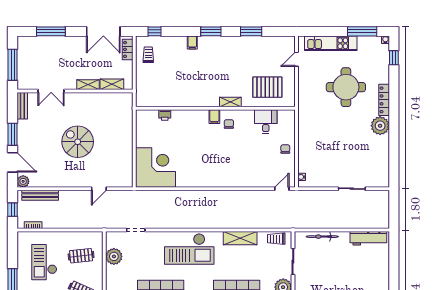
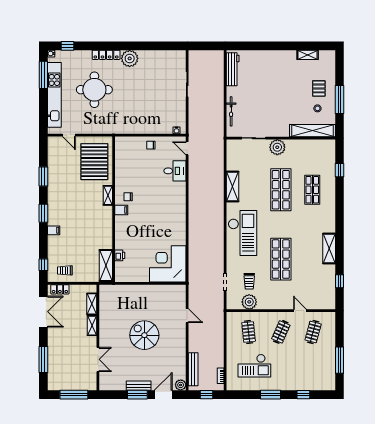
kitchen unit: (331, 43) -> (54, 95), width x1.36
pallet: (267, 87) -> (94, 162), width x1.37, depth x1.41
shelving: (154, 100) -> (106, 265), added
bench: (22, 106) -> (139, 386), moved
desk: (266, 122) -> (175, 171), moved, turned 180
spiral stairs: (78, 142) -> (144, 335), turned 90
trolley: (276, 239) -> (249, 281), moved

